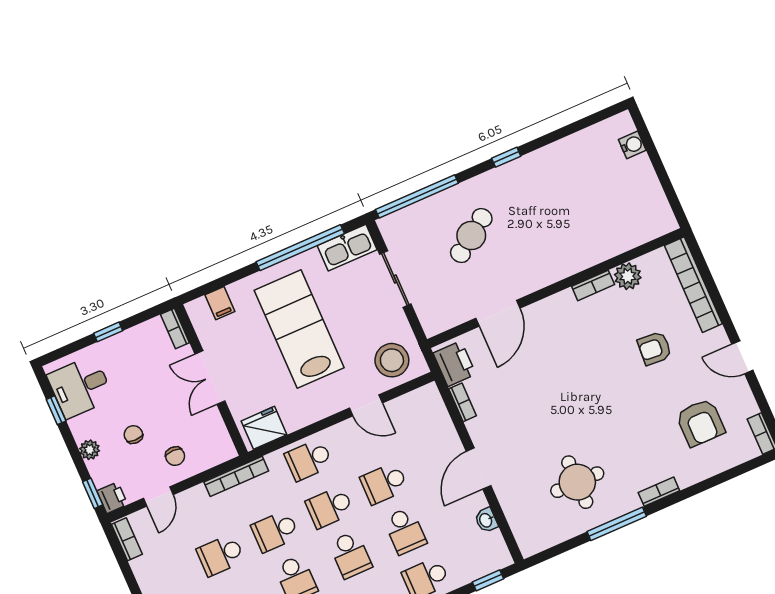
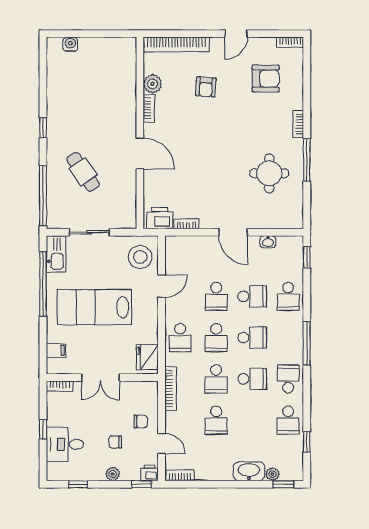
door: (498, 313) -> (140, 153), moved
desk: (80, 387) -> (65, 444), moved, turned 90

